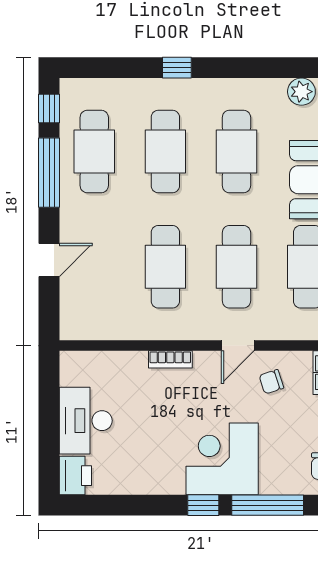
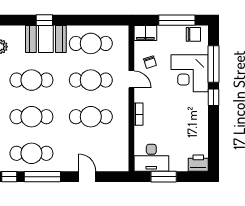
window: (49, 408) -> (164, 177), added
desk: (86, 421) -> (151, 158), moved
corner desk: (222, 459) -> (190, 73), moved

